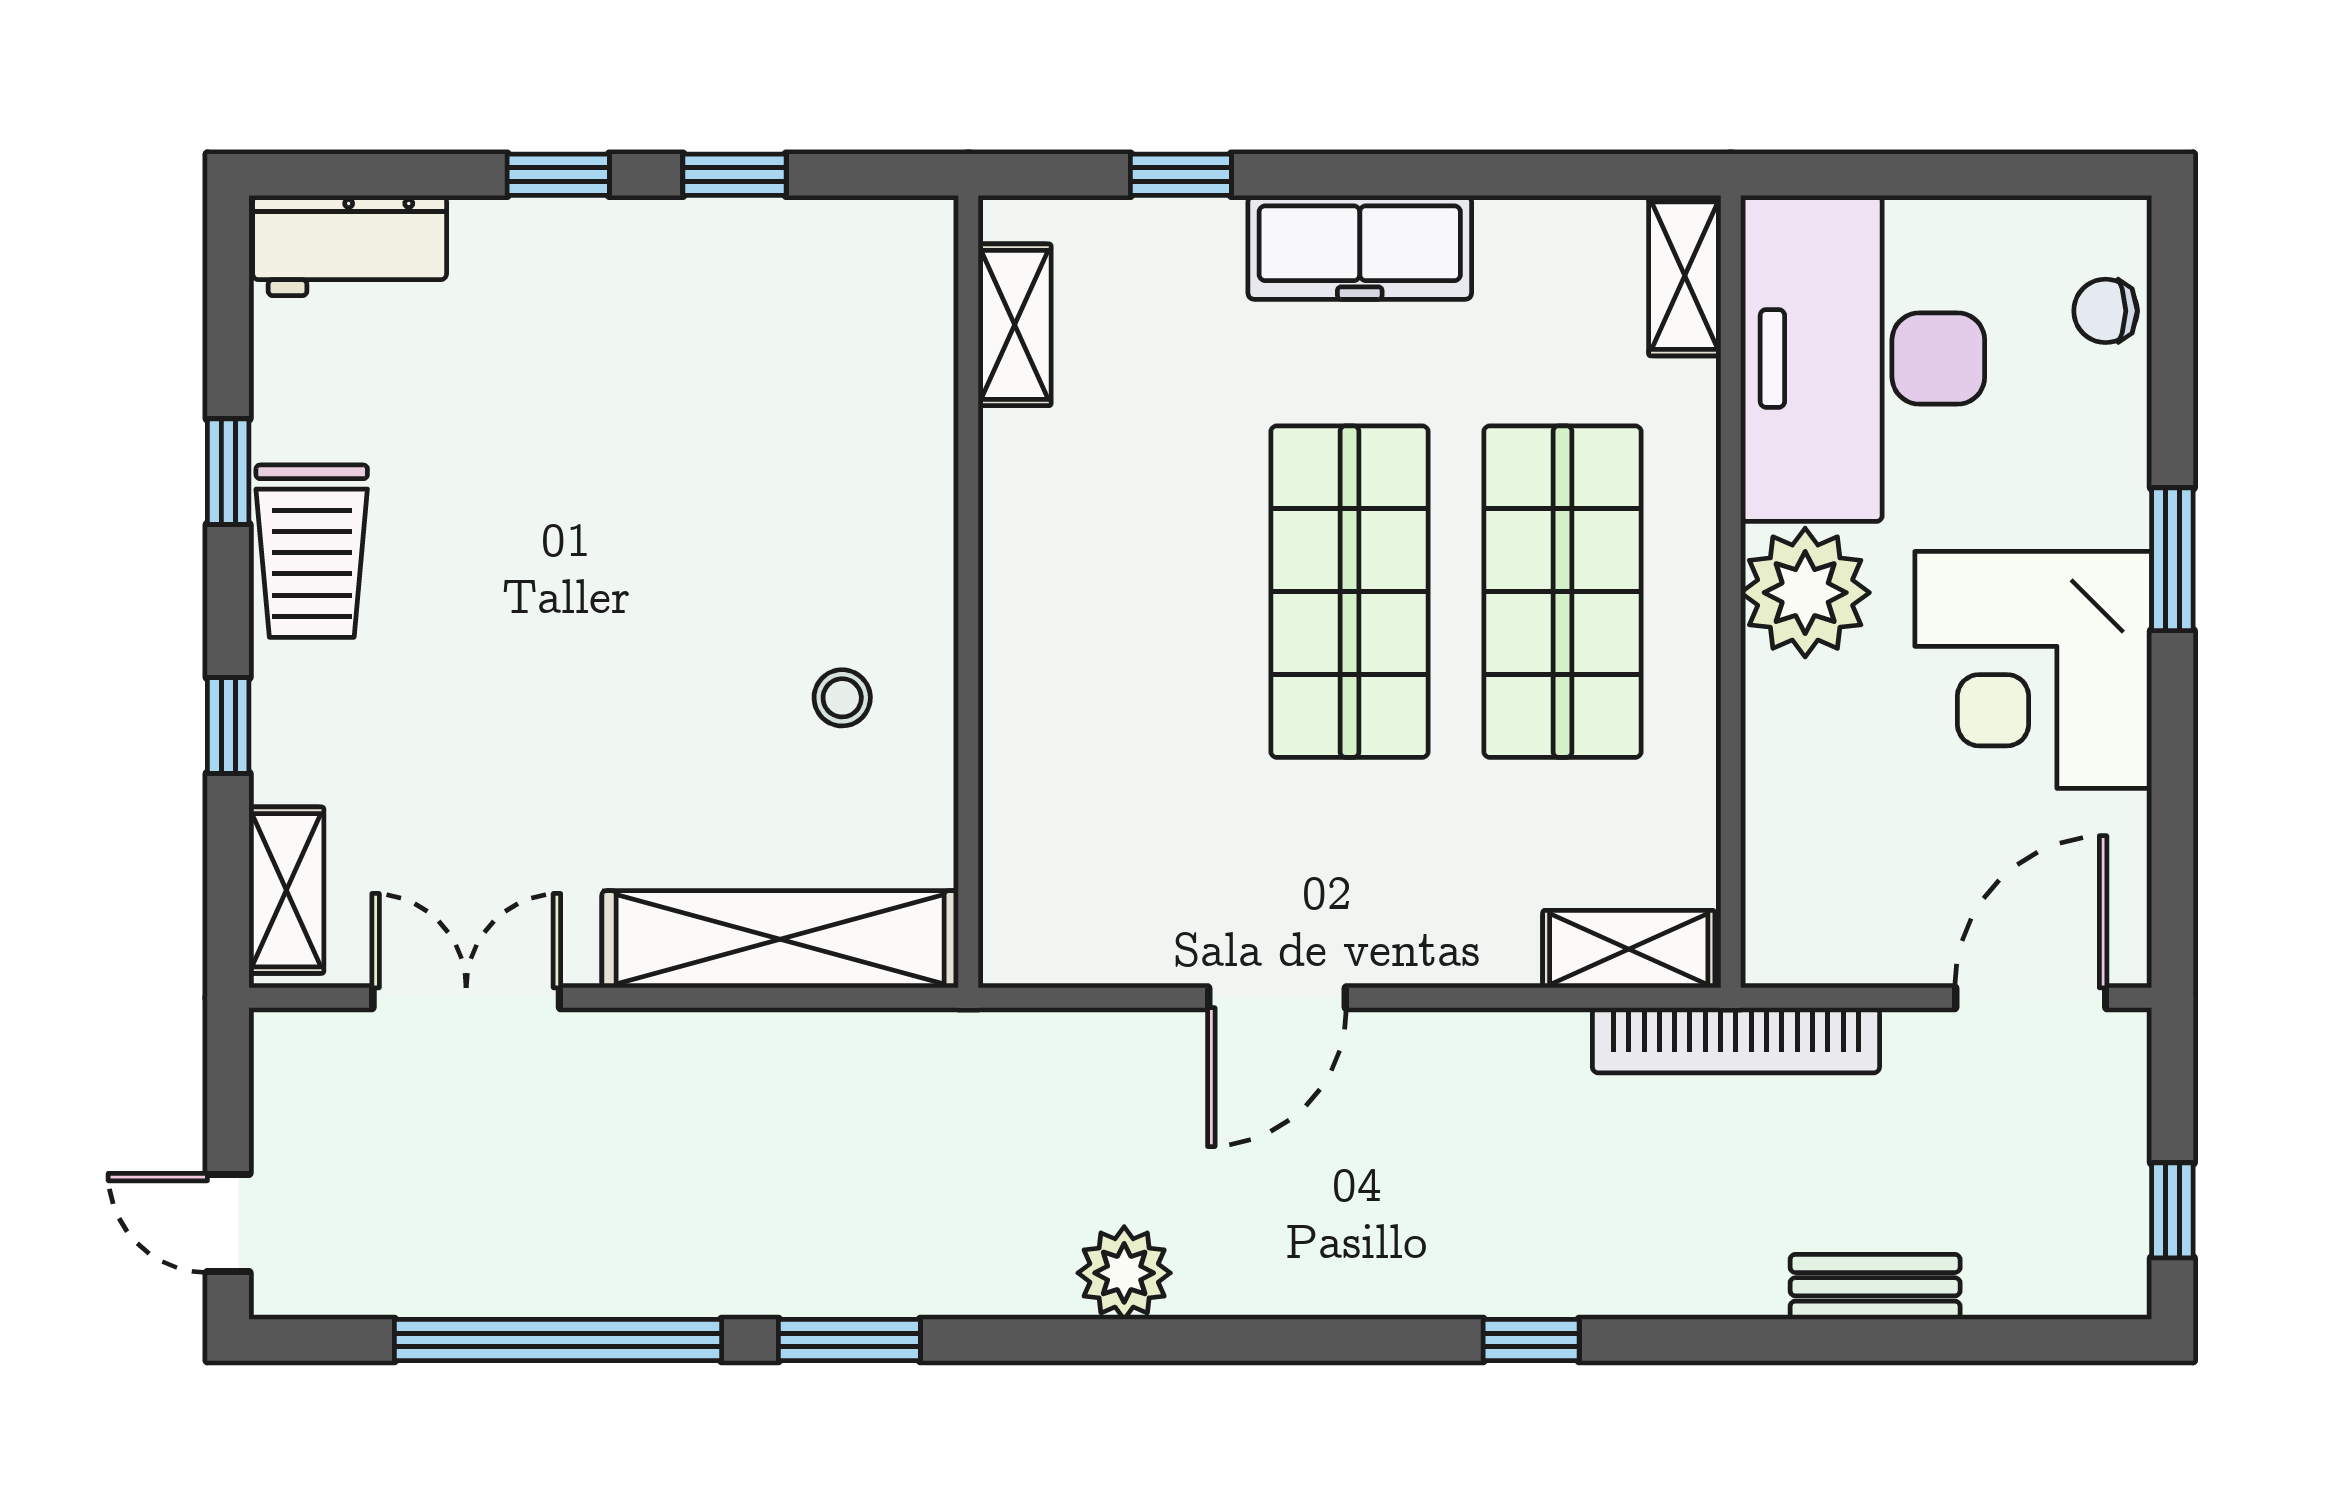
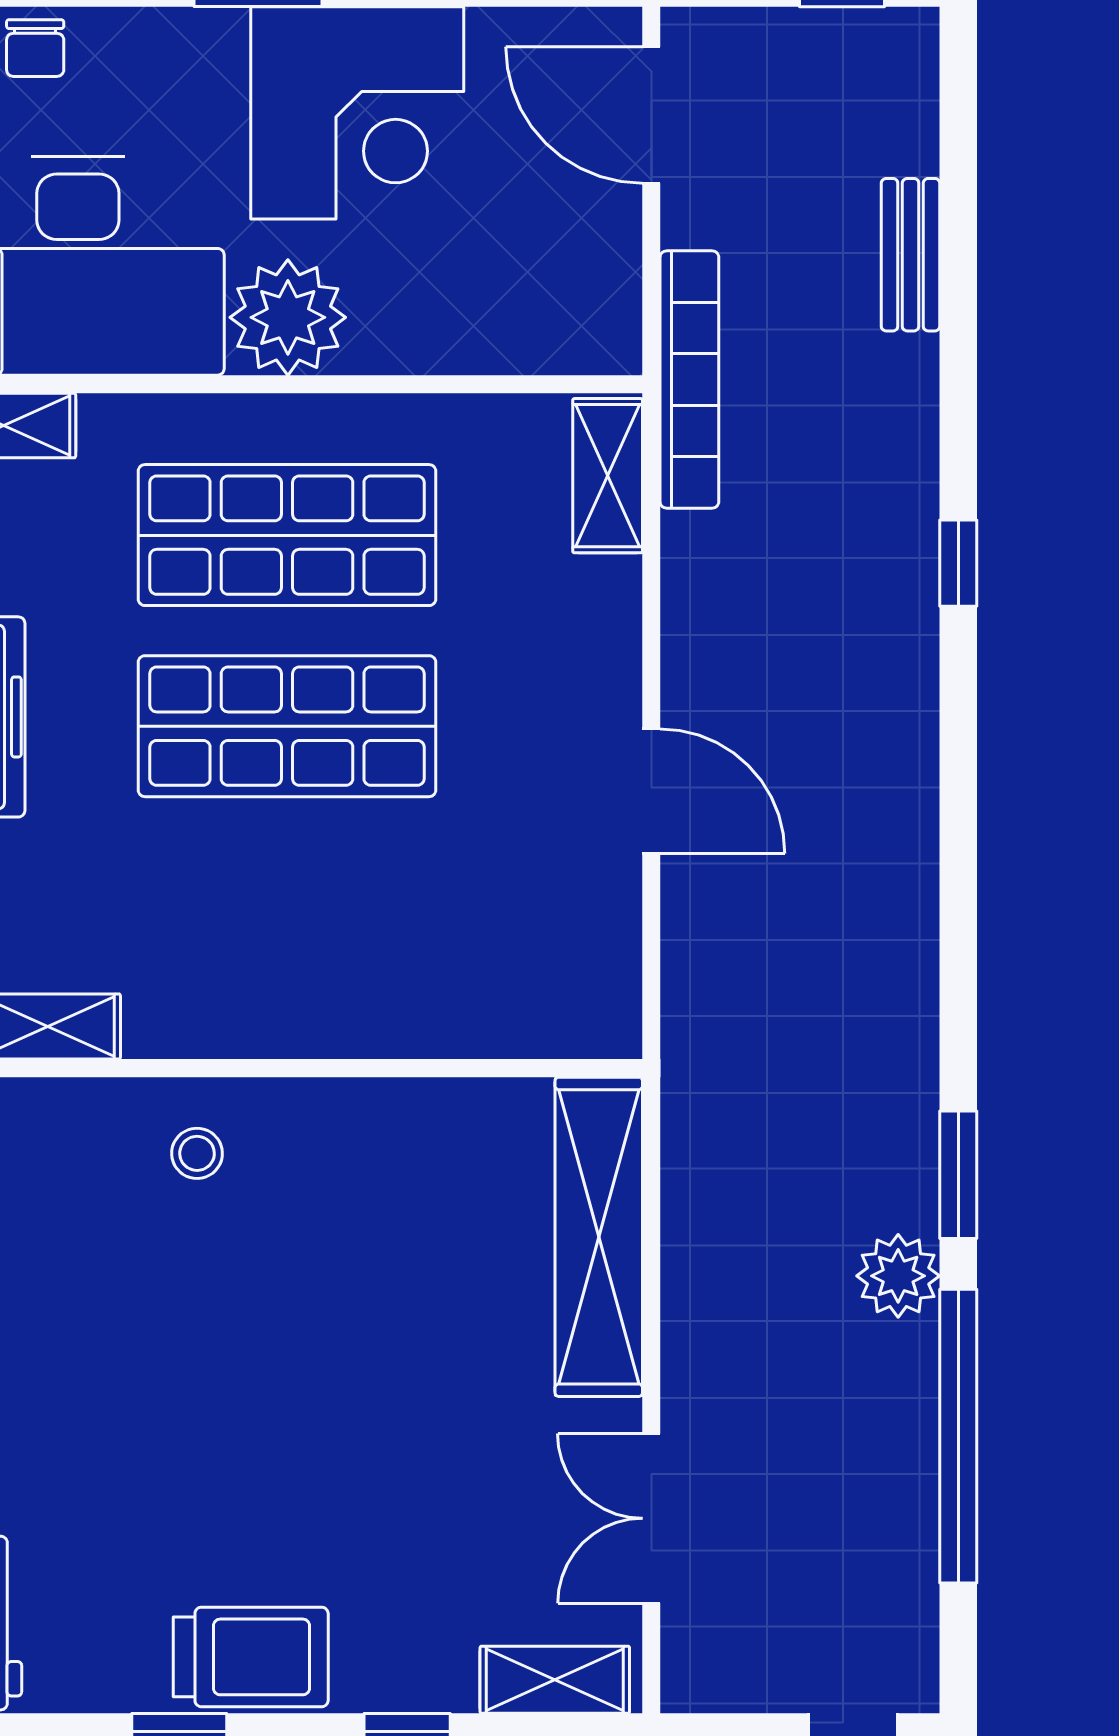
stool: (842, 698) -> (197, 1153), moved
plant: (1124, 1273) -> (898, 1276), moved

